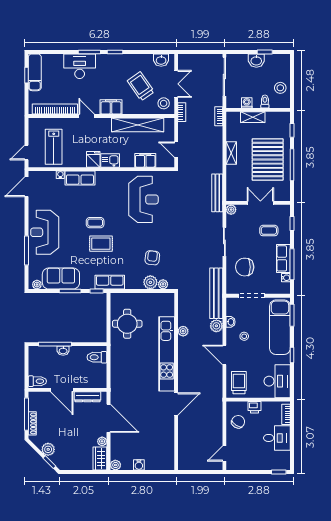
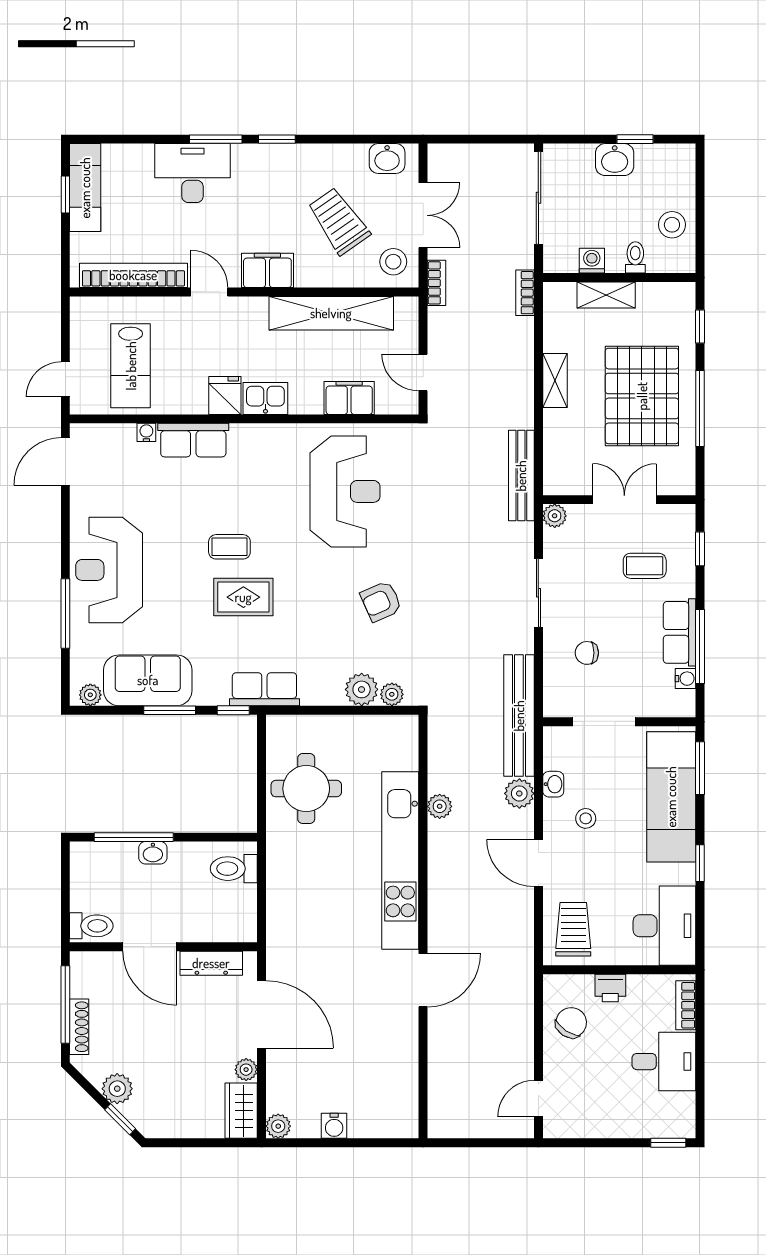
armchair: (152, 258) -> (381, 601), moved, turned -121
chair: (245, 267) -> (587, 653), width x0.54, depth x0.54

